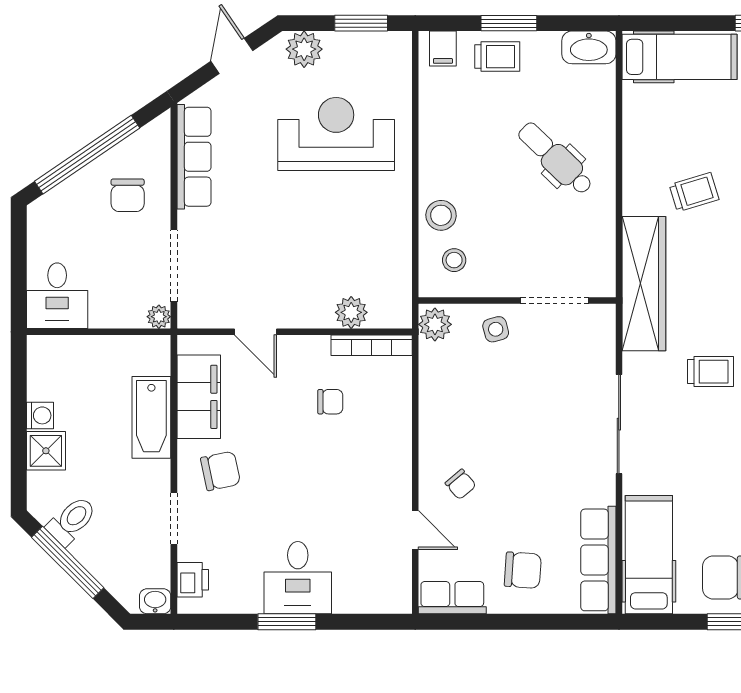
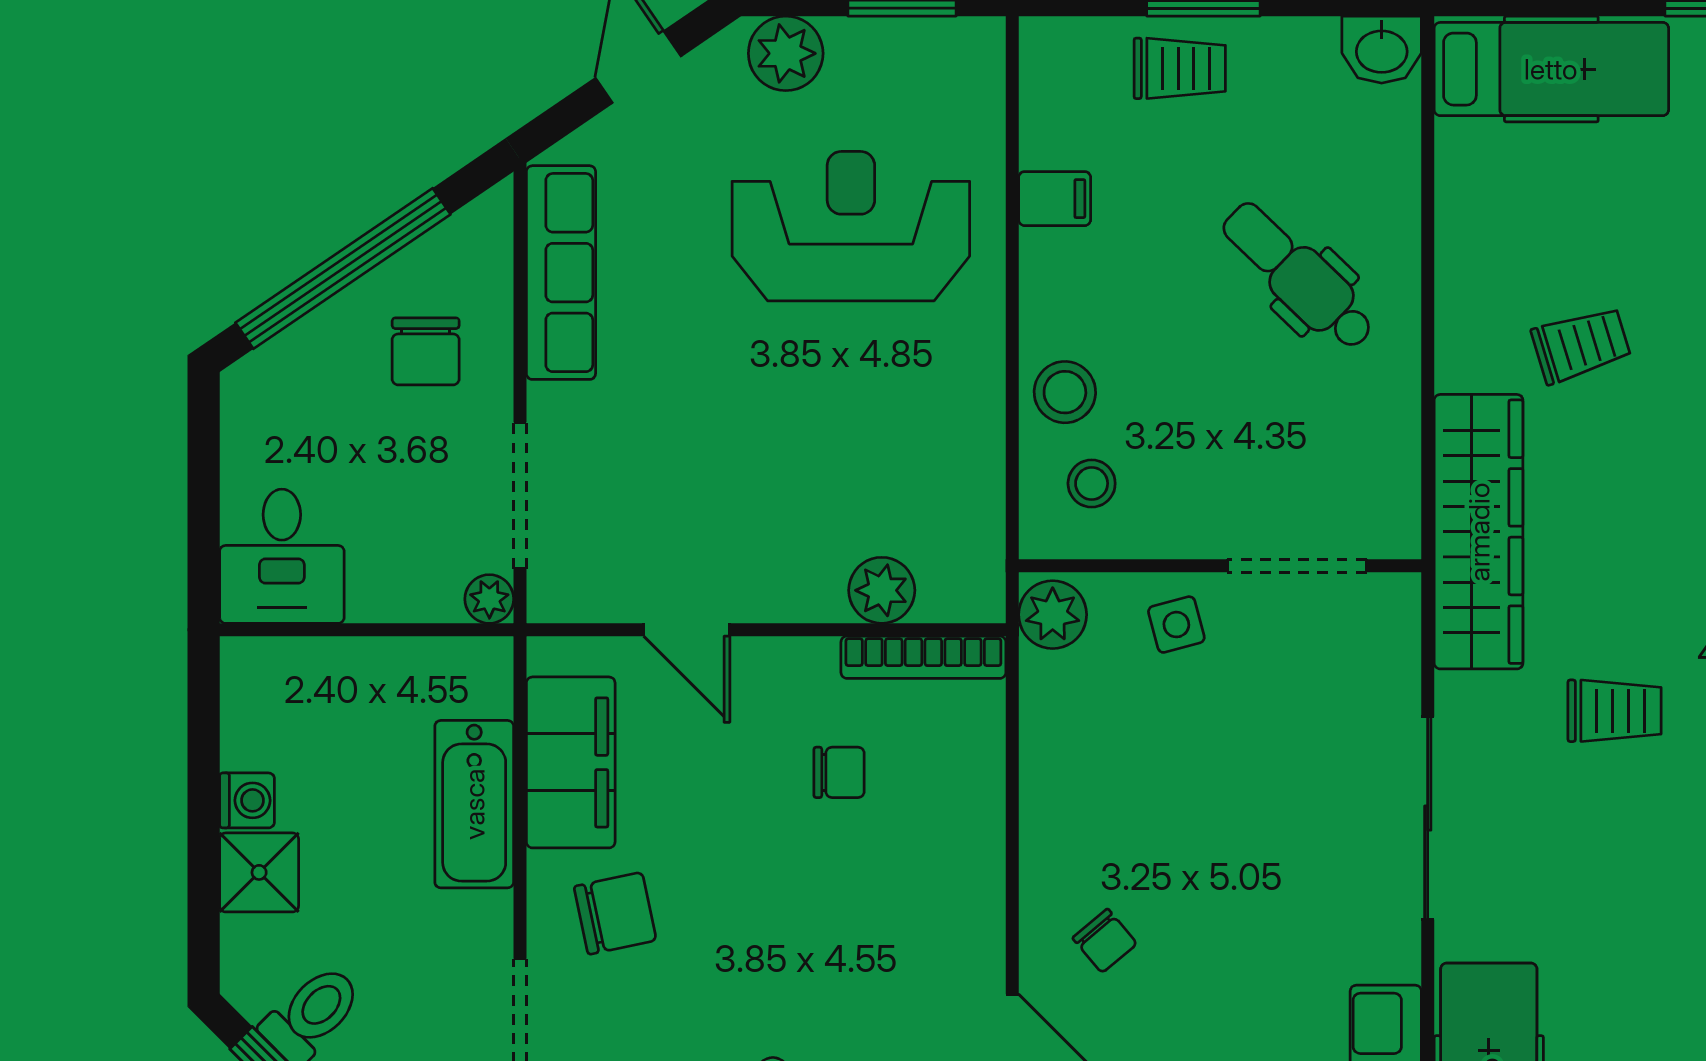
washbasin: (589, 47) -> (1382, 50), width x0.72
filing cabinet: (443, 49) -> (1055, 199), moved, turned -90

